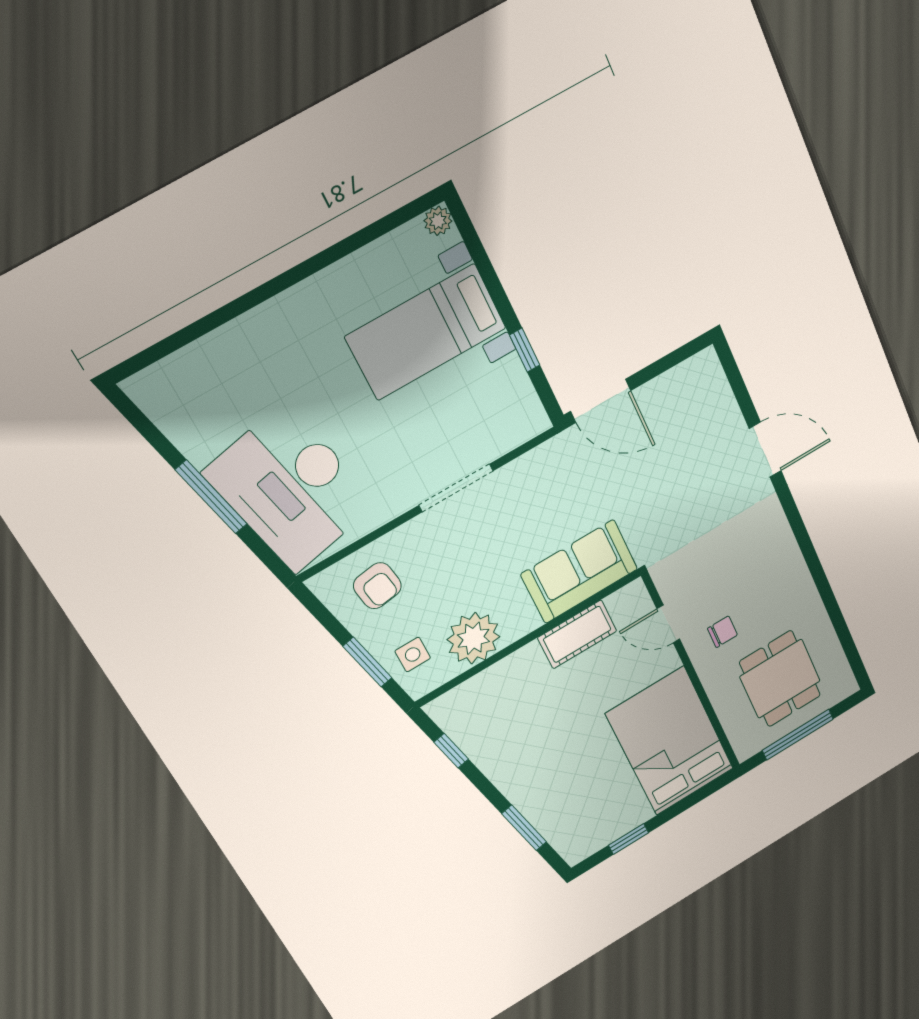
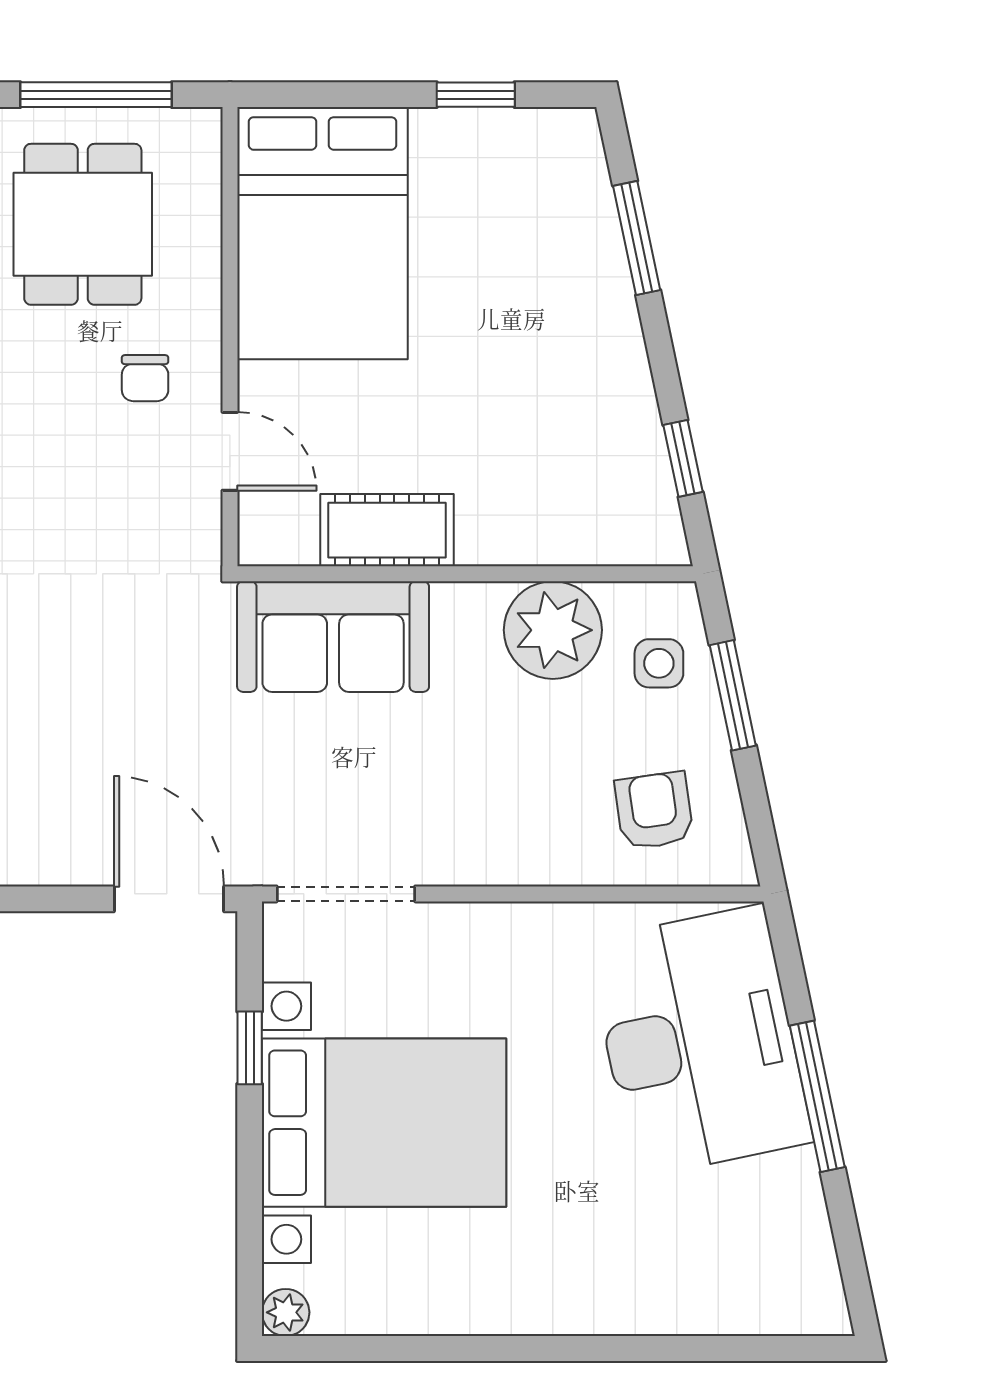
bed with nightstands: (426, 332) -> (384, 1123), width x1.36
doorway: (456, 488) -> (346, 894), moved
chair: (723, 632) -> (145, 378), turned -90

